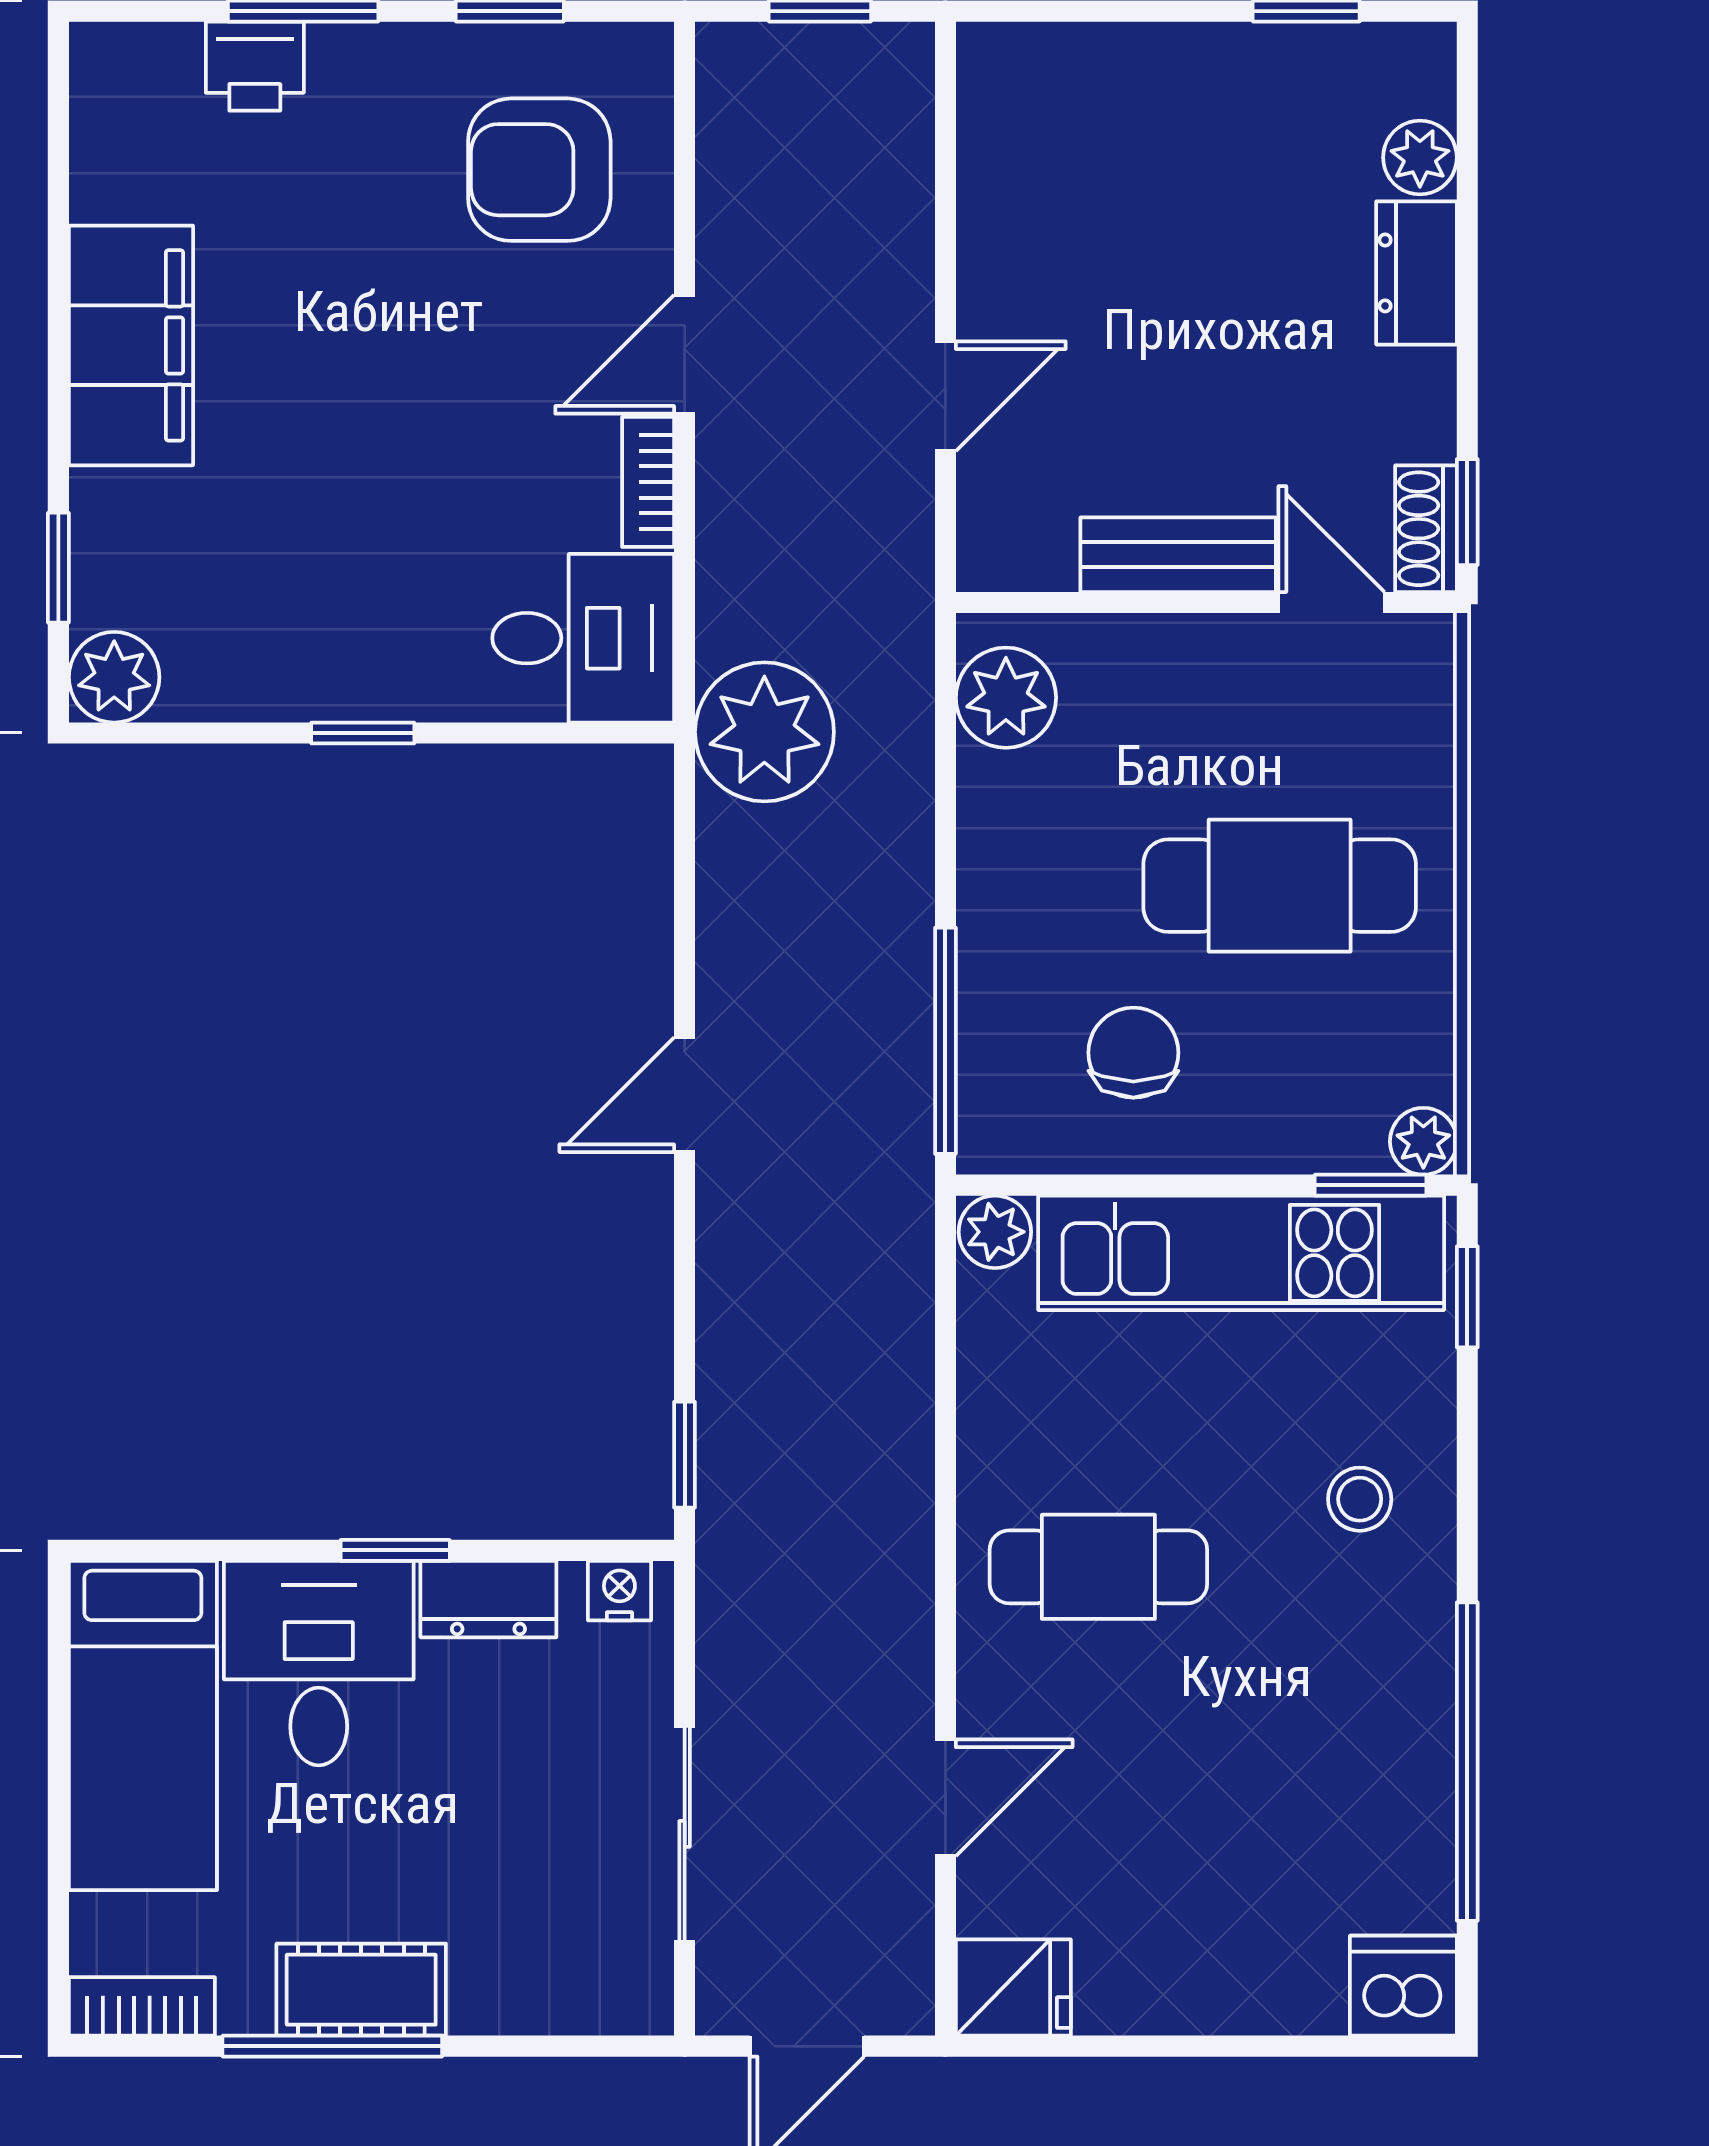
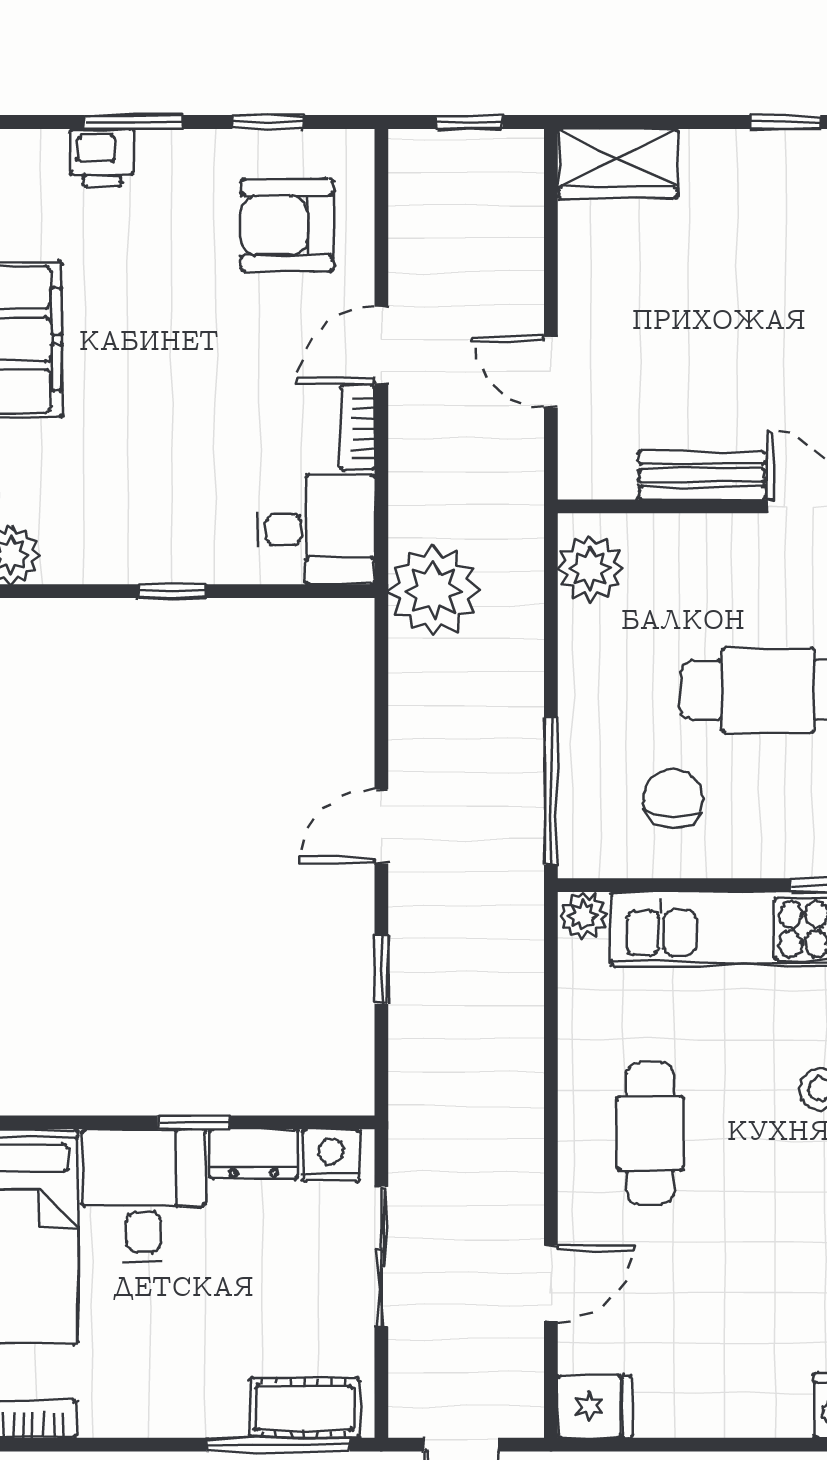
wardrobe: (1048, 75) -> (618, 164), added
door: (945, 396) -> (551, 372), swing flipped
window: (685, 1455) -> (381, 969), moved
cafe table: (1098, 1567) -> (650, 1133), turned 90
nightstand: (619, 1591) -> (331, 1155), width x1.39, depth x1.35
sliding door: (685, 1834) -> (381, 1257), moved
cot: (361, 1990) -> (304, 1408), moved
window: (332, 2046) -> (278, 1445), moved

